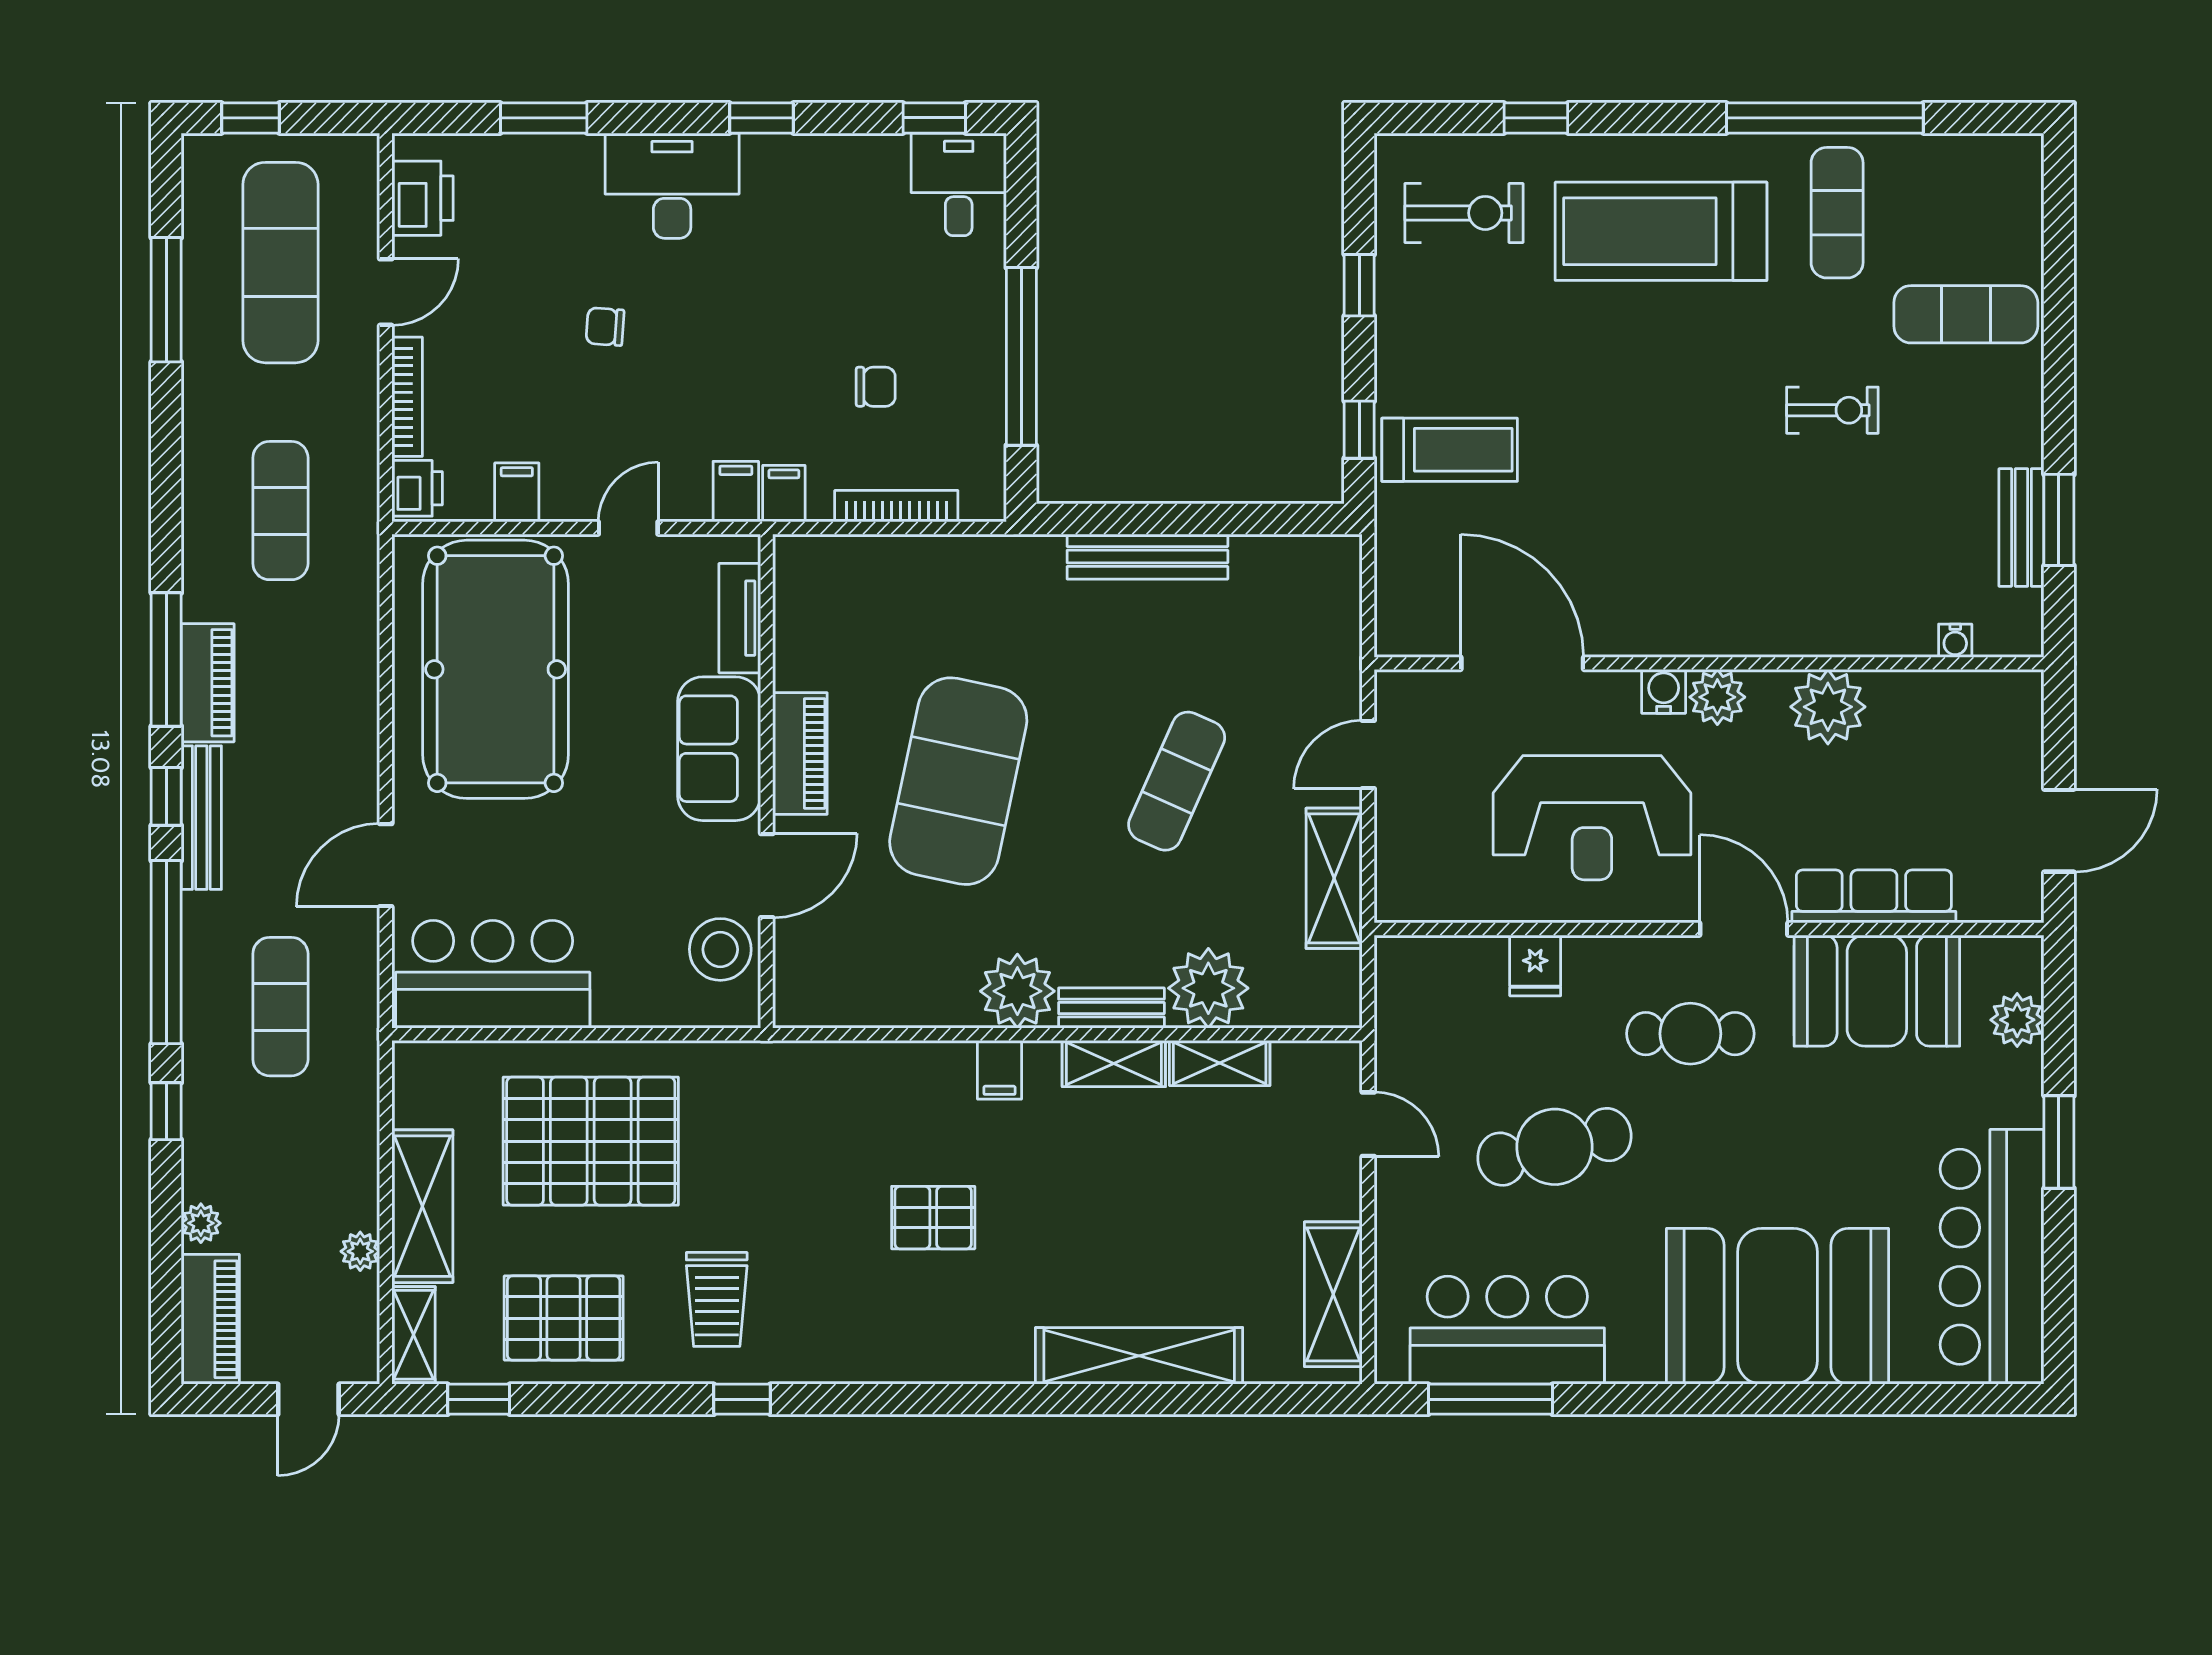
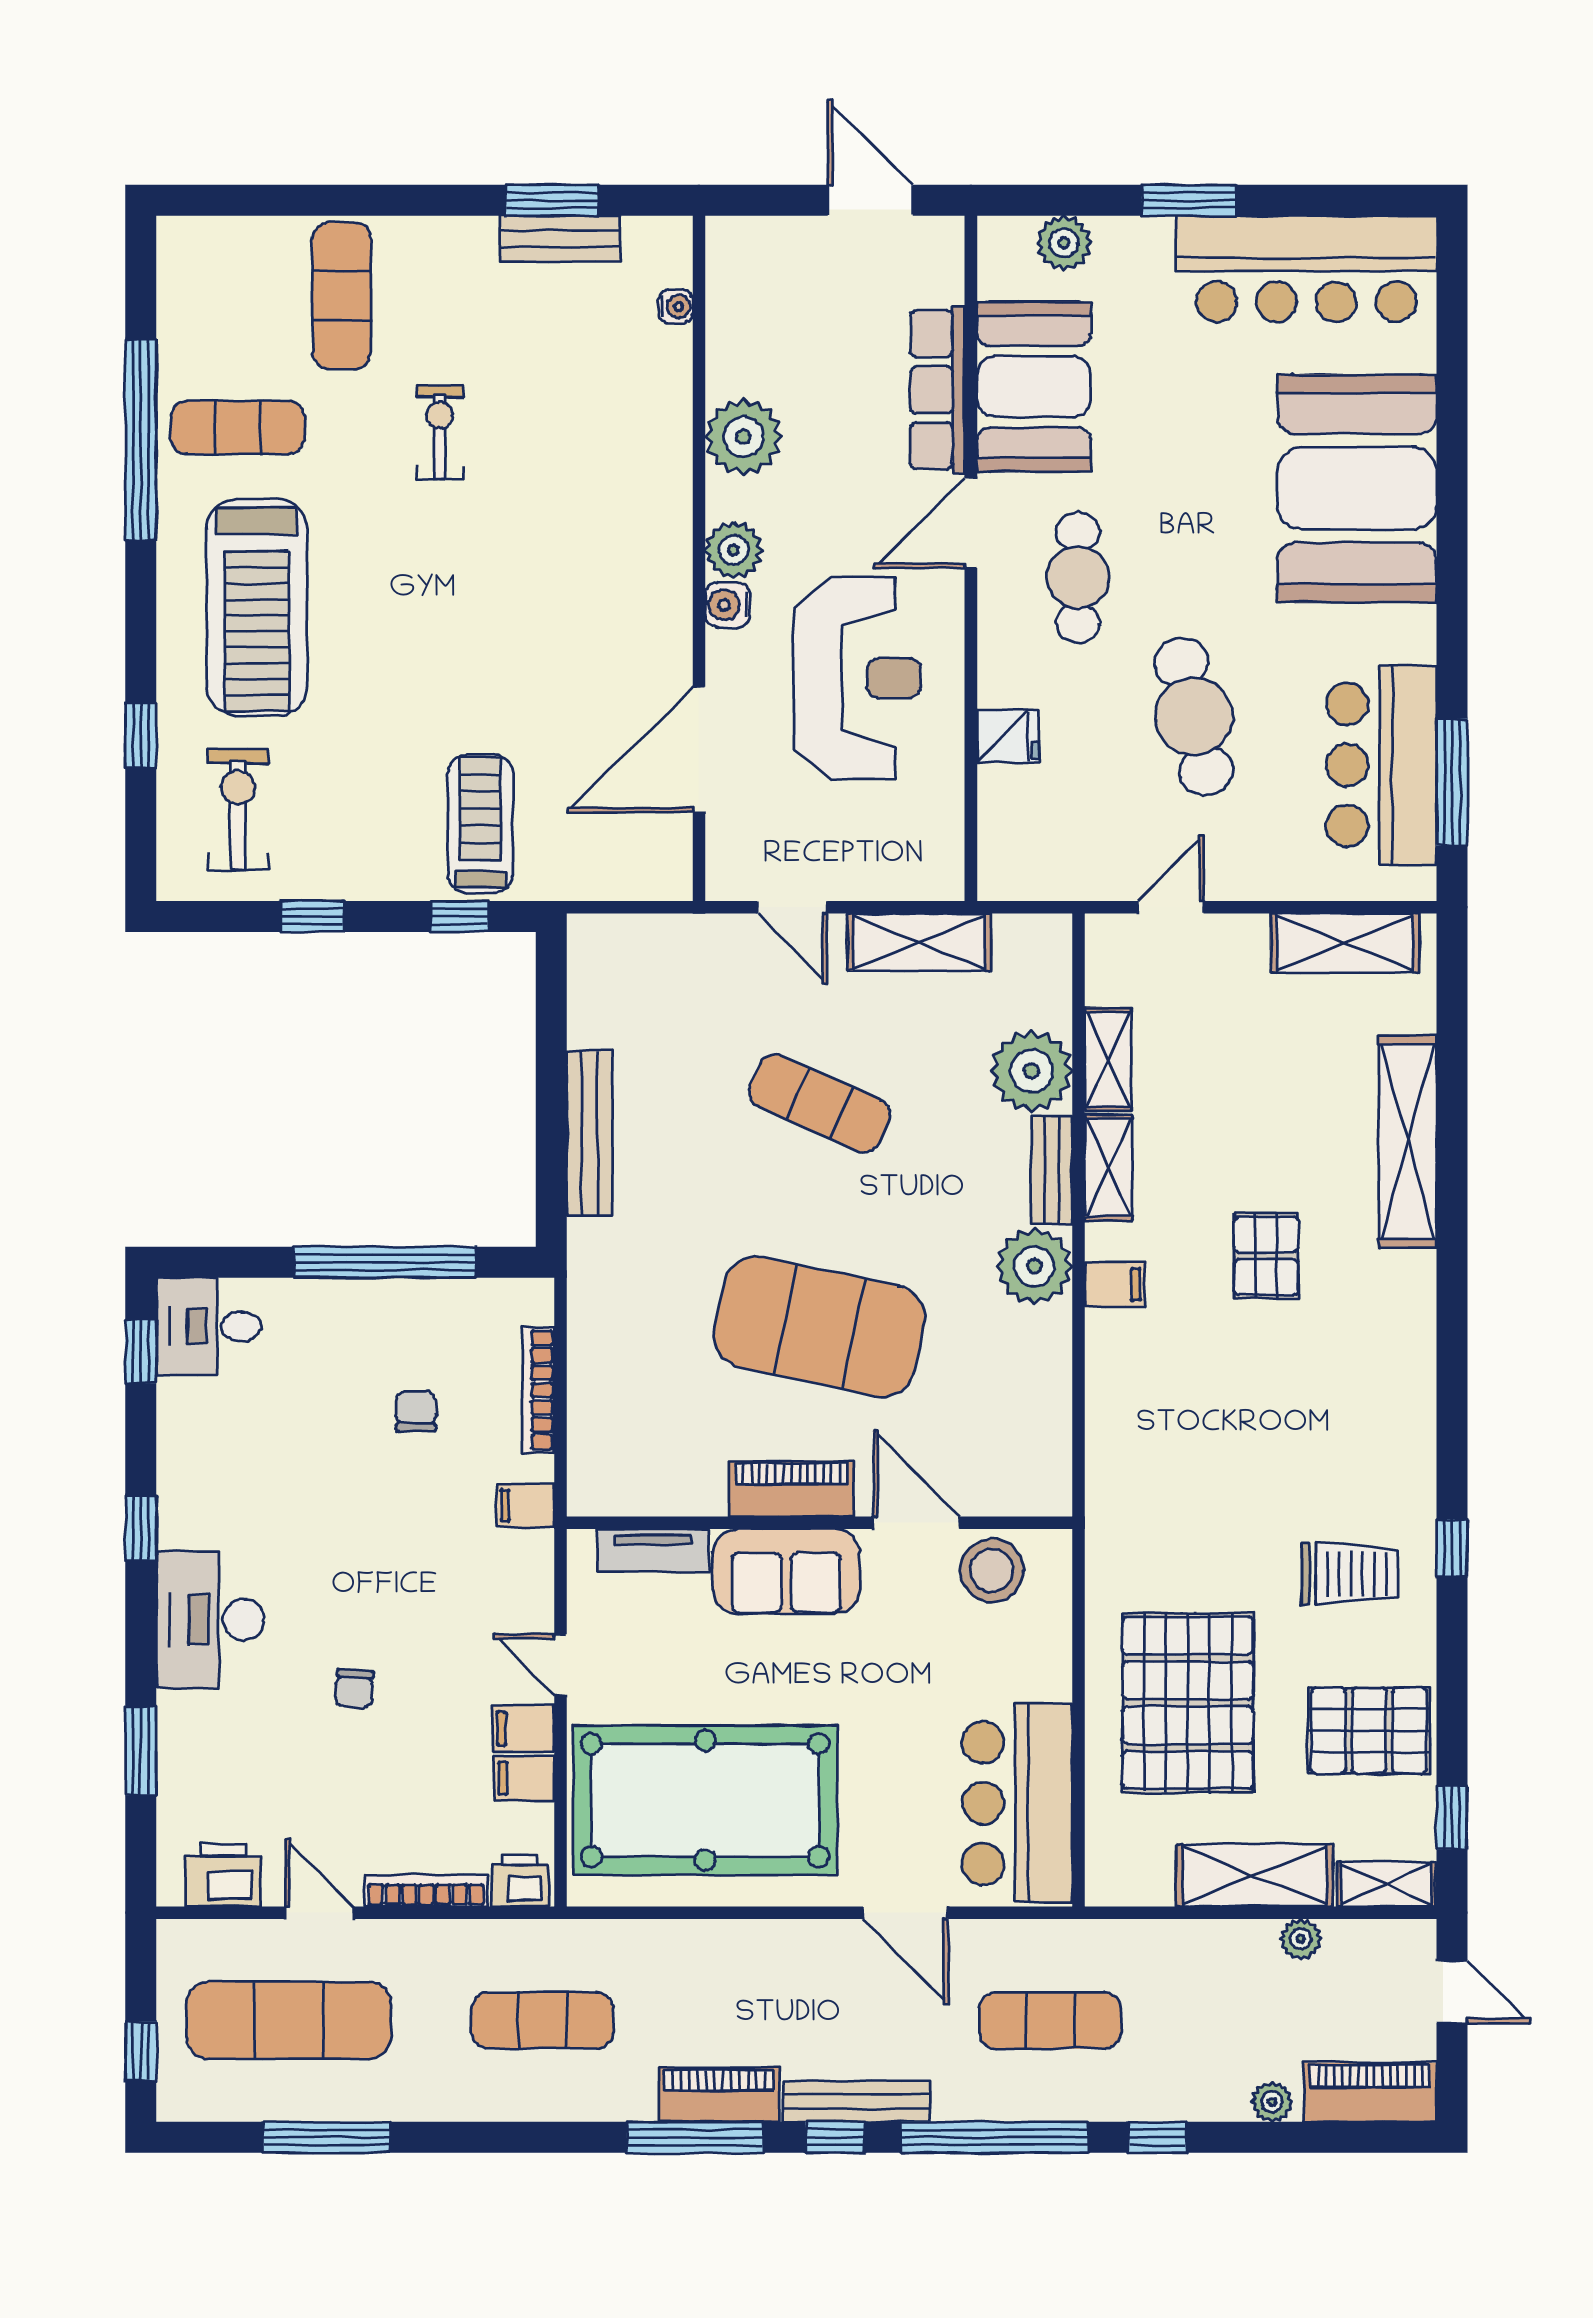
filing cabinet: (736, 492) -> (523, 1728), moved
pallet: (933, 1218) -> (1266, 1256), moved
pallet: (564, 1318) -> (1369, 1731), turned 90

